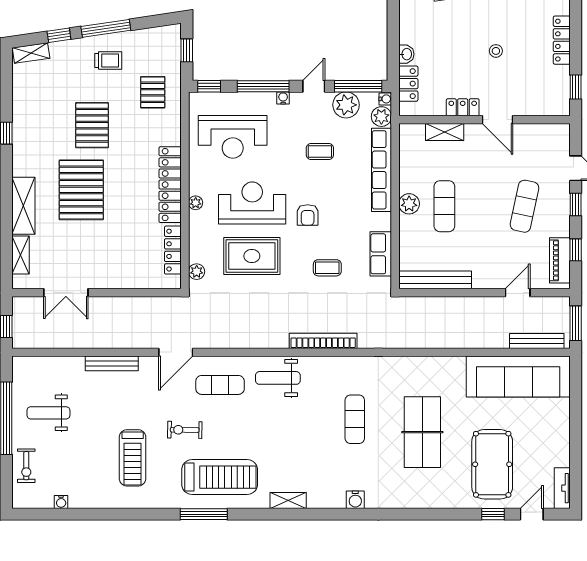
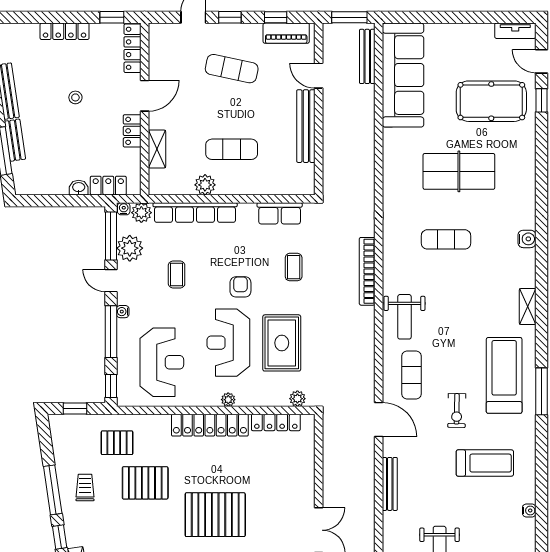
locker: (545, 108) -> (132, 48), added
pallet: (92, 125) -> (145, 483), moved
plant: (409, 204) -> (205, 185), moved
armchair: (308, 215) -> (240, 287), turned -90
bench: (435, 280) -> (306, 126), moved
water cooler: (61, 502) -> (529, 510), moved

